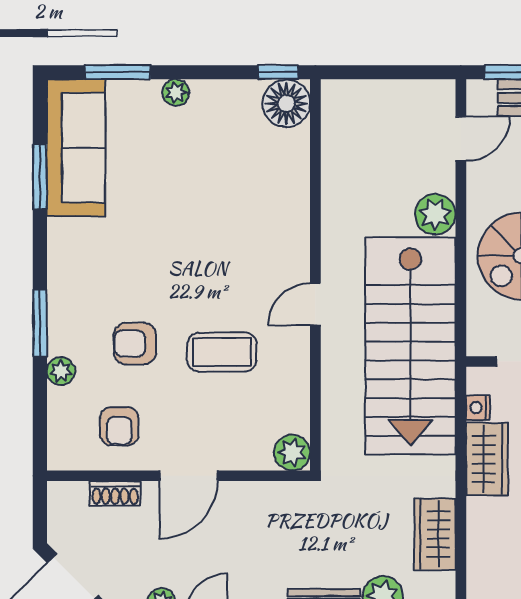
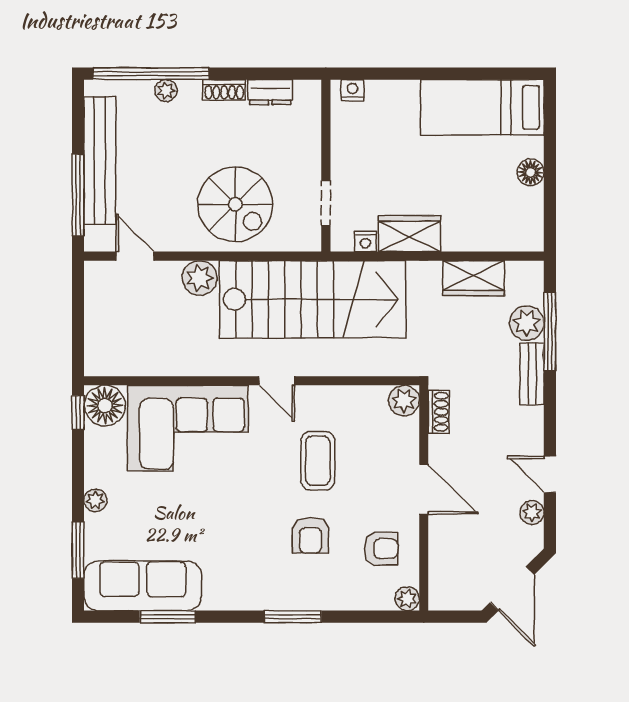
corner sofa: (260, 200) -> (188, 428), added
plant: (61, 371) -> (407, 599), moved
shoe rack: (115, 493) -> (439, 412), moved

